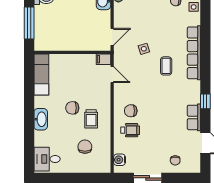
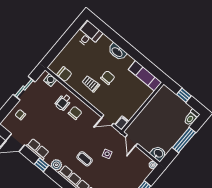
window: (29, 23) -> (184, 95), width x0.46
plant: (194, 88) -> (56, 165), added
chair: (85, 147) -> (64, 74), moved

